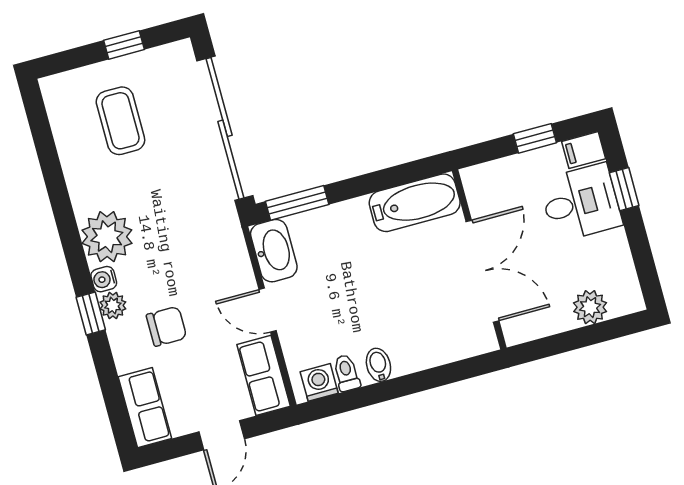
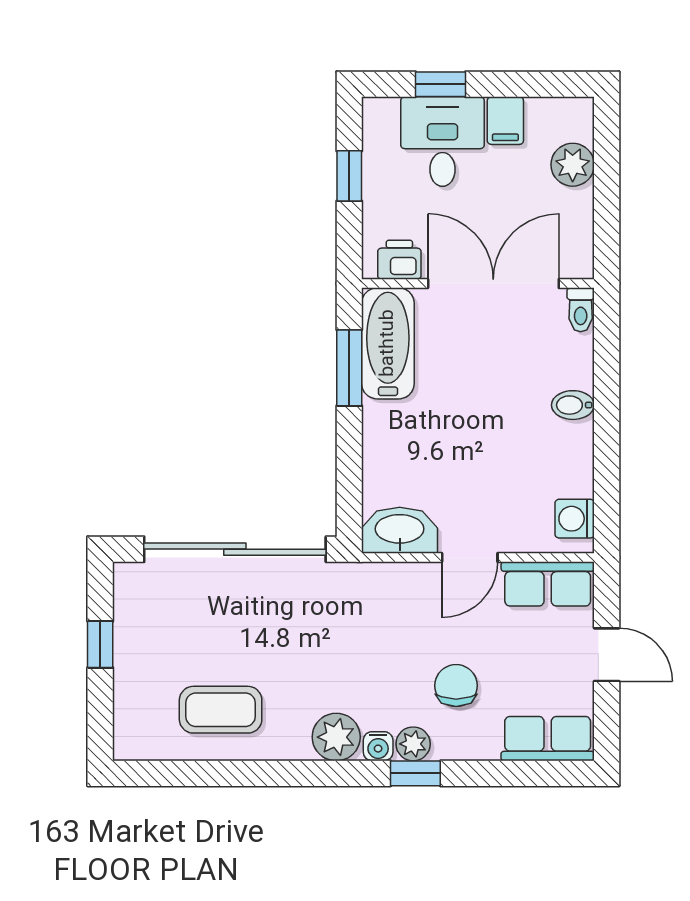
coffee table: (120, 121) -> (221, 710), moved
filing cabinet: (584, 150) -> (505, 121), moved
printer: (481, 194) -> (399, 260), added
window: (297, 203) -> (349, 368), moved
plant: (107, 237) -> (336, 737), width x0.73, depth x0.73
bidet: (378, 365) -> (573, 405), moved
toilet: (347, 373) -> (581, 310), moved, turned -90

